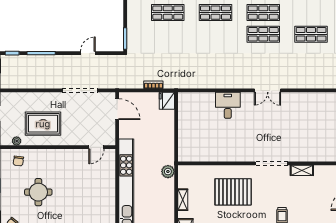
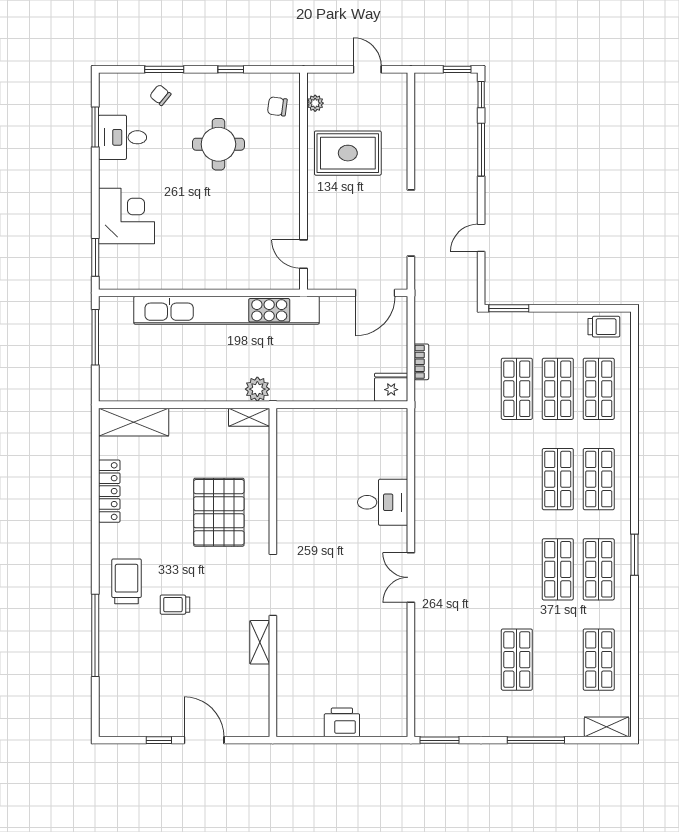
shop shelf: (263, 34) -> (517, 389), moved
door: (88, 53) -> (481, 238), swing flipped
rug: (43, 124) -> (348, 153), turned 90
shelving: (183, 200) -> (249, 417), moved

